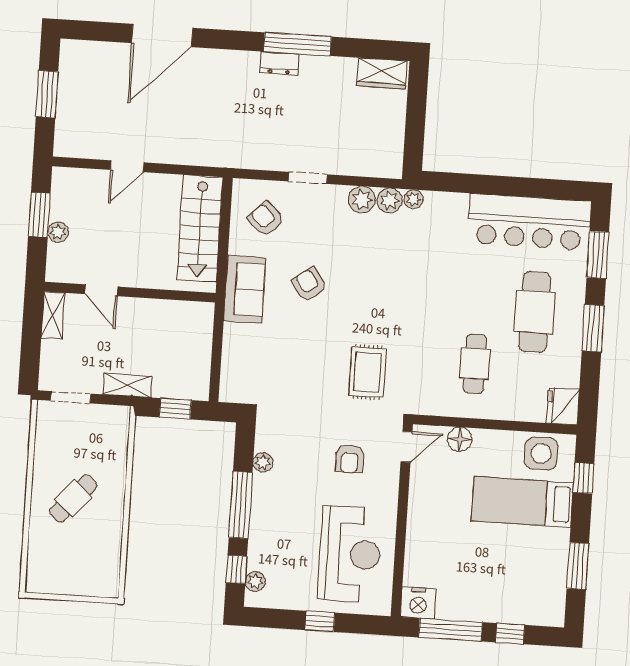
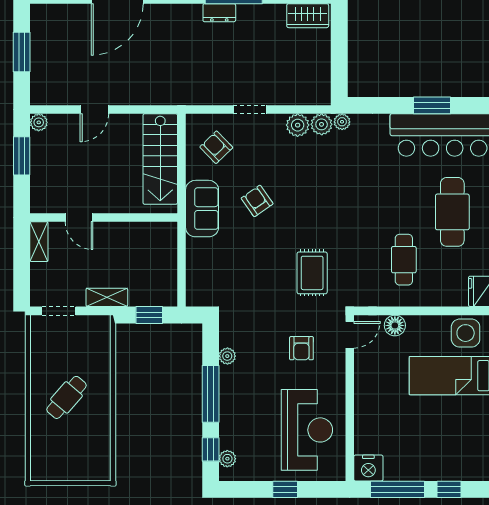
window: (519, 187) -> (432, 105), added
plant: (58, 232) -> (39, 122), moved

